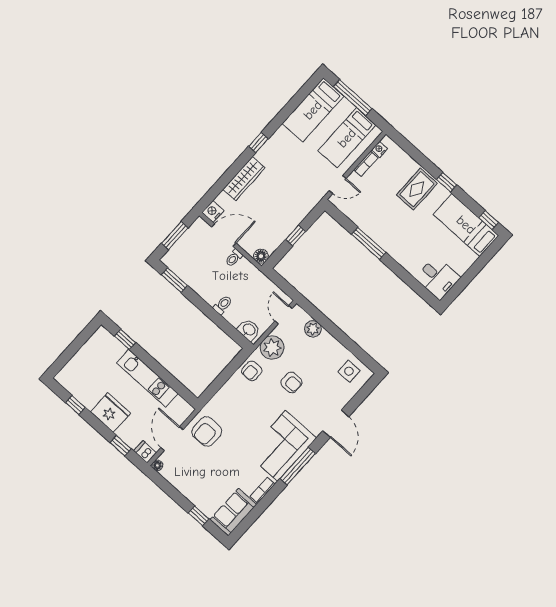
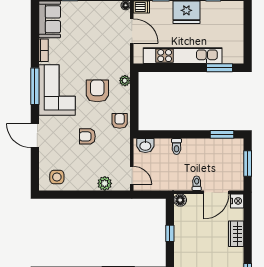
wardrobe: (244, 179) -> (236, 234), width x0.67
window: (125, 339) -> (219, 68), width x1.50
plant: (272, 348) -> (125, 81), moved, width x0.53, depth x0.53
kitchen unit: (147, 378) -> (183, 56), width x1.36
armchair: (207, 432) -> (97, 91), moved

